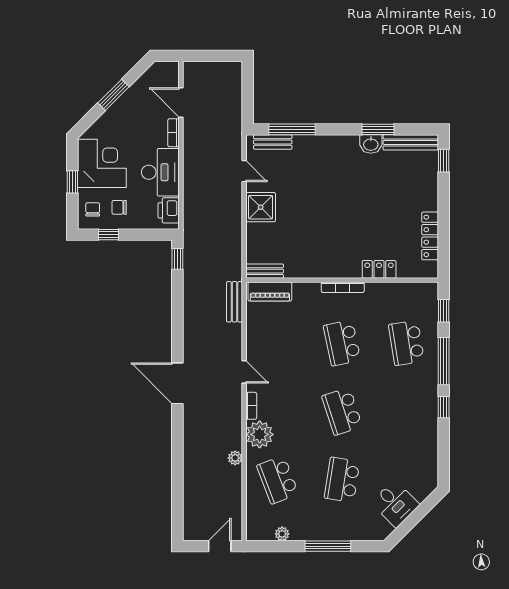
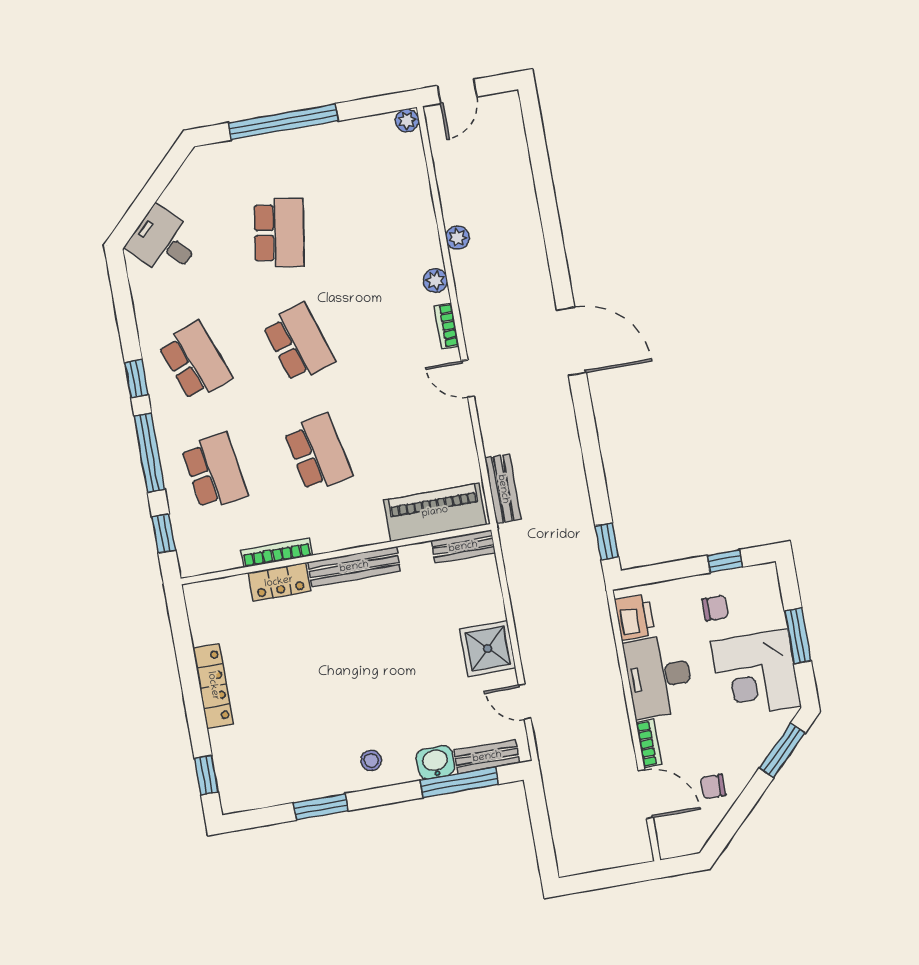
window: (114, 95) -> (782, 751), moved
bench: (411, 142) -> (354, 567), moved
washbasin: (371, 144) -> (435, 762), moved
stool: (343, 152) -> (371, 760), added
window: (72, 182) -> (798, 636), width x1.50
chair: (93, 209) -> (713, 787), moved, turned 90
locker: (430, 236) -> (213, 686), moved
bookcase: (343, 287) -> (277, 553), moved
piano: (270, 291) -> (435, 512), width x1.37, depth x1.33
plant: (260, 434) -> (435, 280), width x0.53, depth x0.53
school desk: (278, 480) -> (195, 361), moved
desk: (395, 504) -> (164, 242), moved
plant: (282, 534) -> (407, 121), moved
window: (328, 546) -> (283, 122), width x1.46

